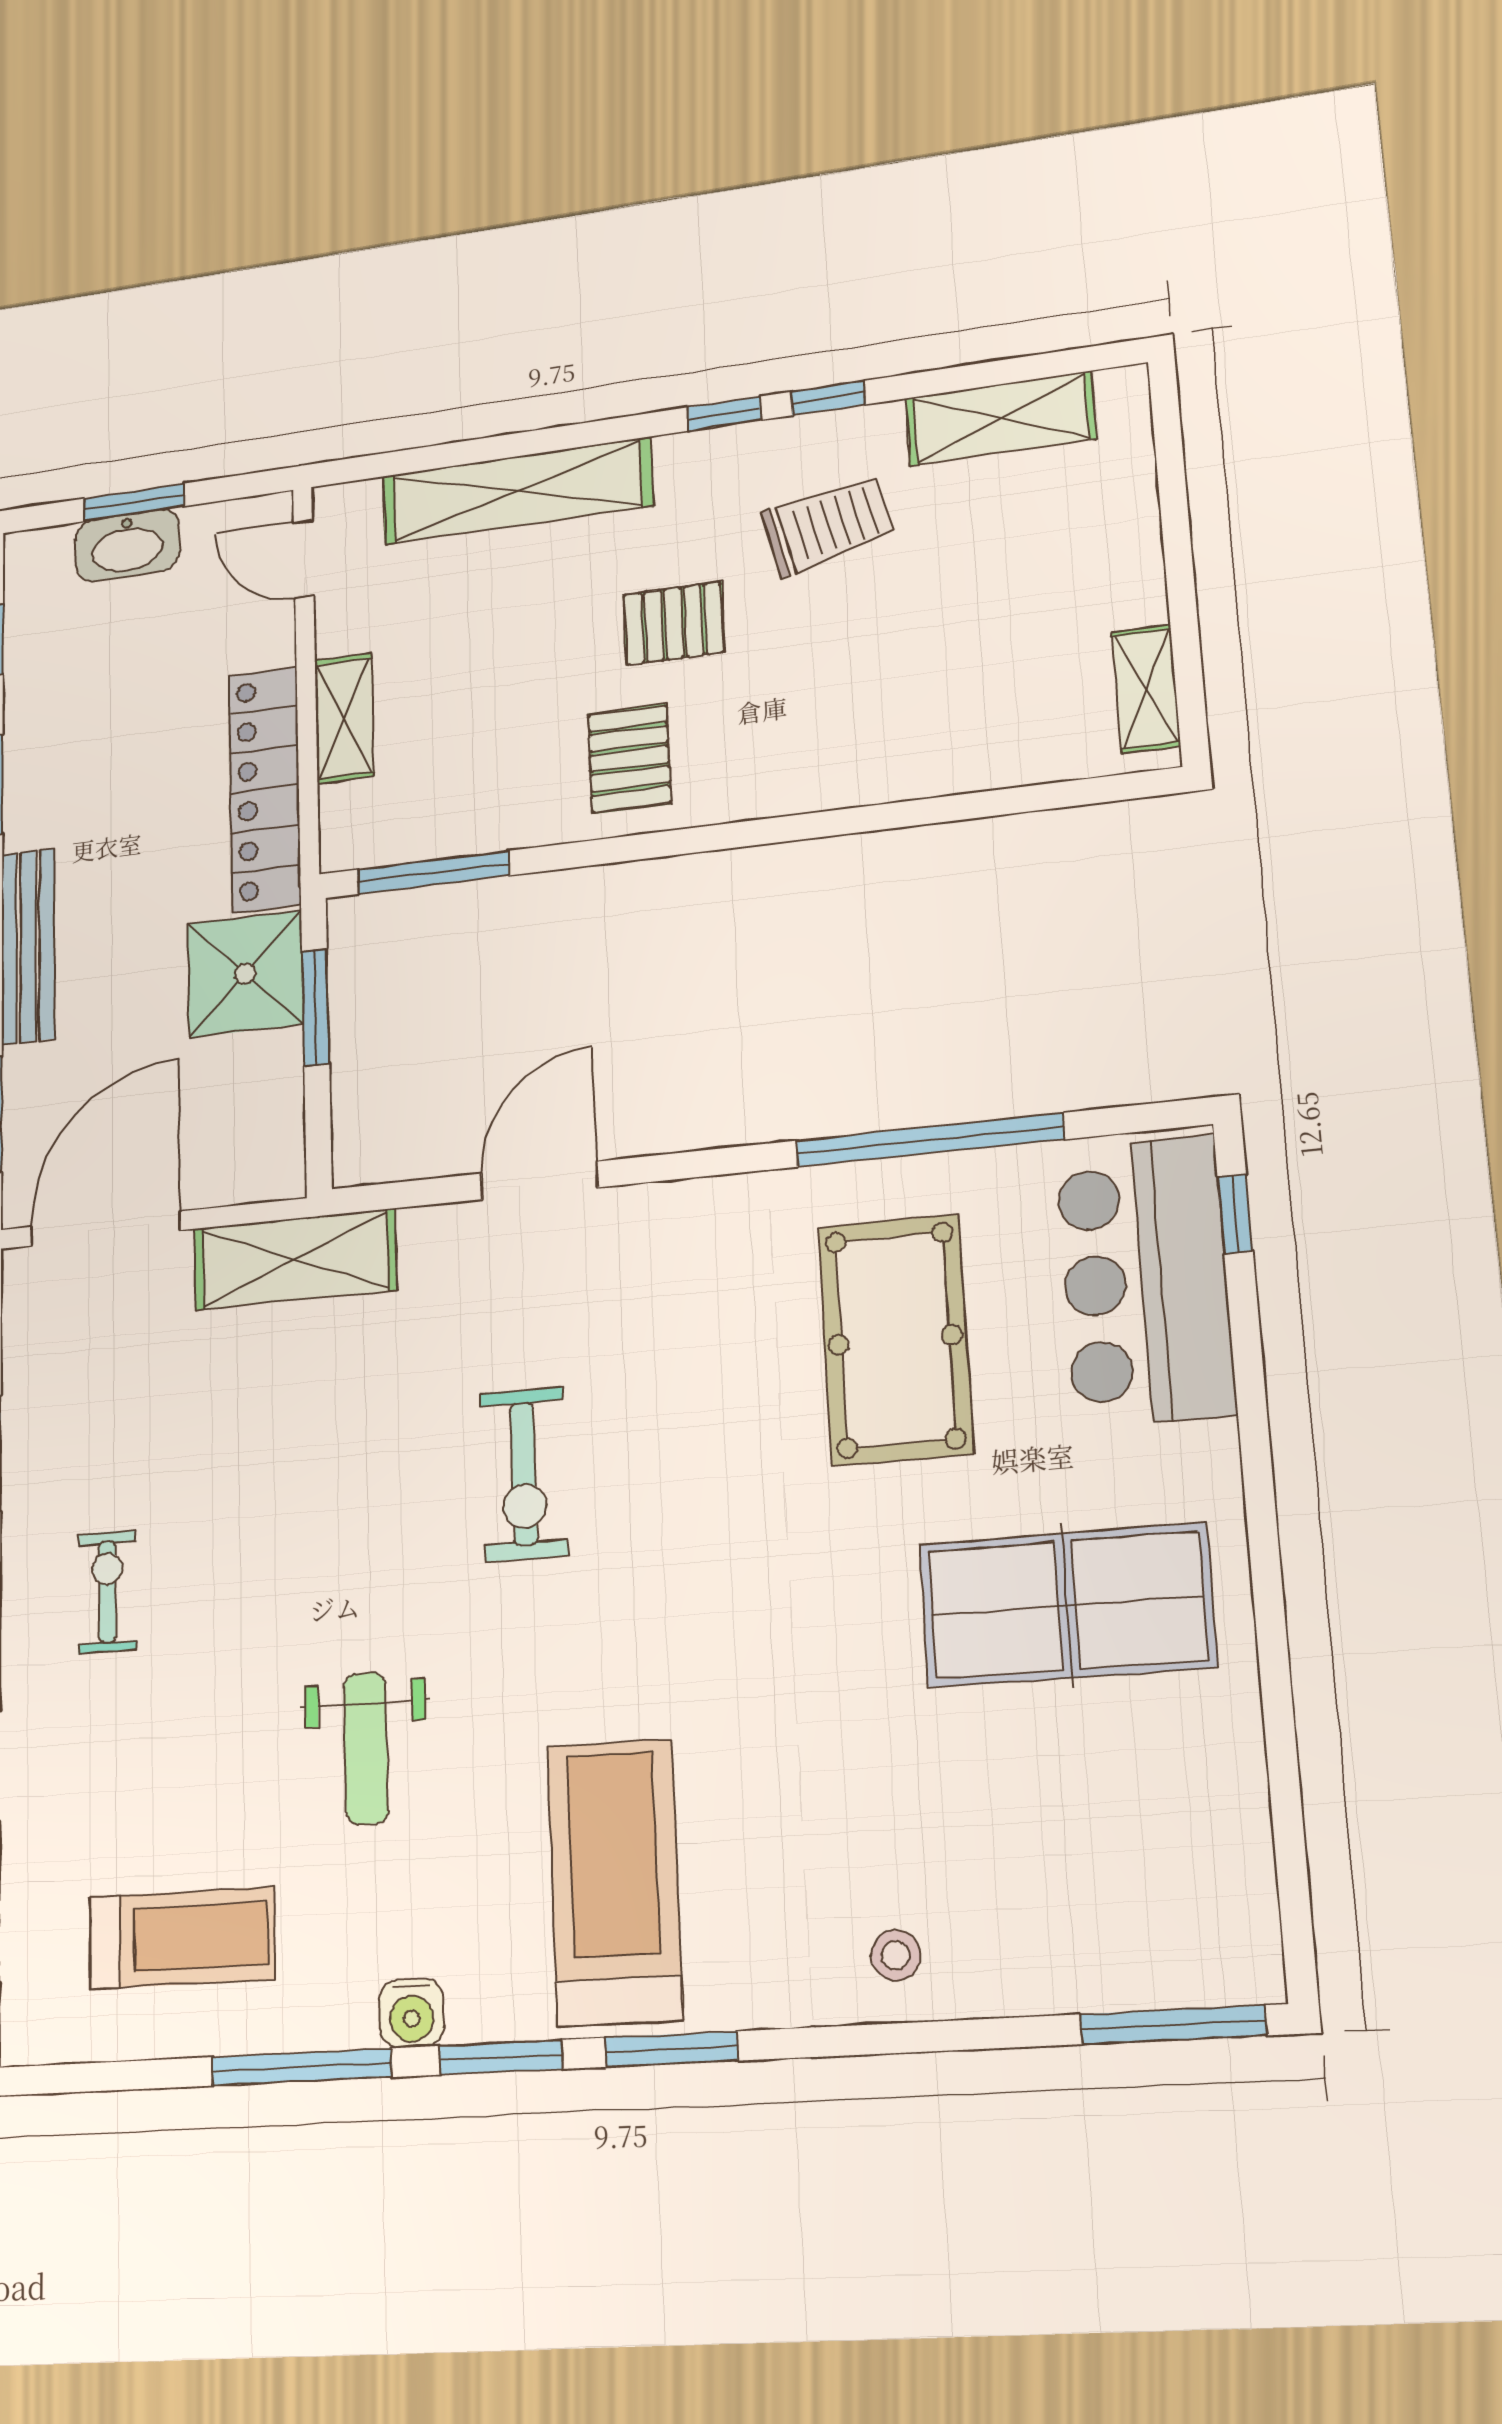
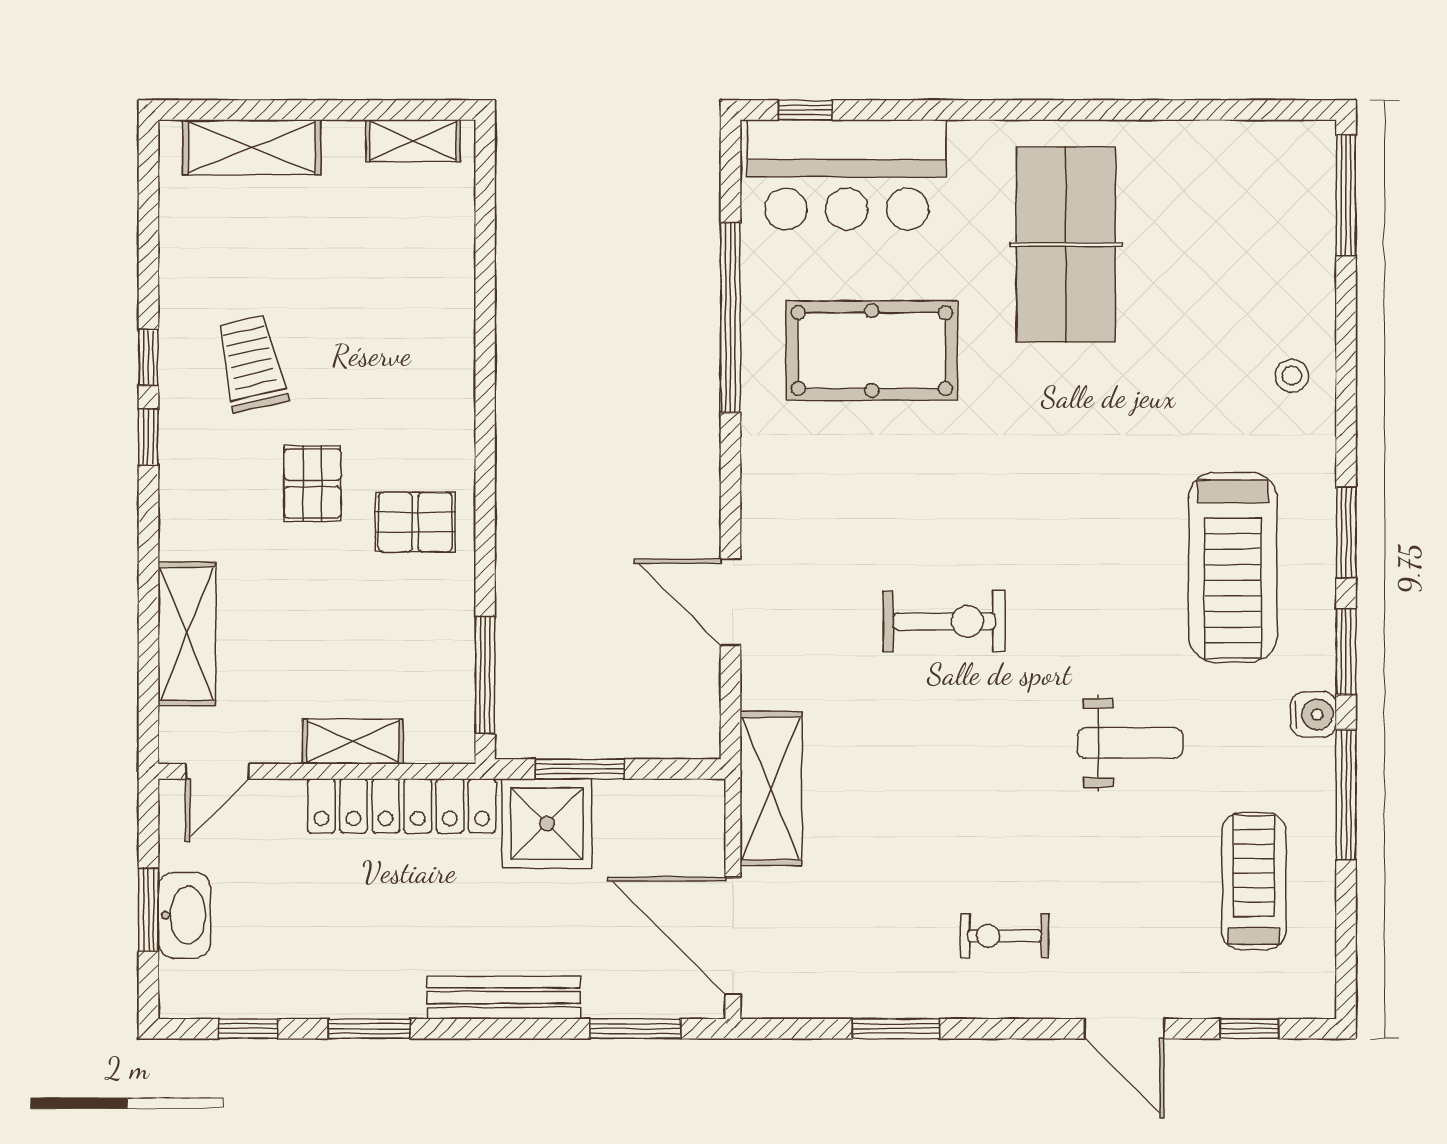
shelving: (1001, 418) -> (252, 147), moved, turned 90
shelving: (517, 491) -> (187, 634), width x0.68
treadmill: (614, 1882) -> (1233, 567), turned -90

